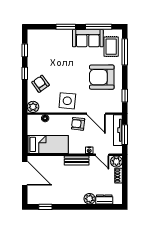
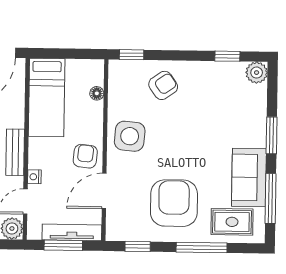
window: (125, 52) -> (202, 247), moved
window: (25, 73) -> (132, 55), moved
plant: (33, 107) -> (257, 73), moved

